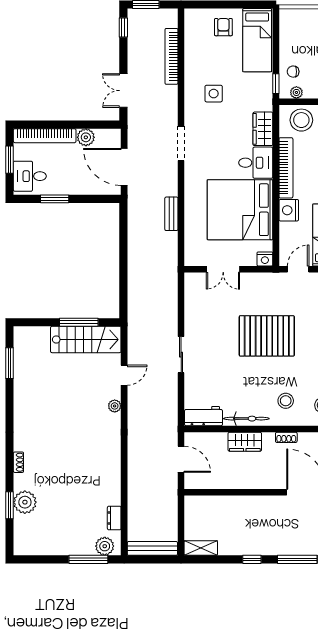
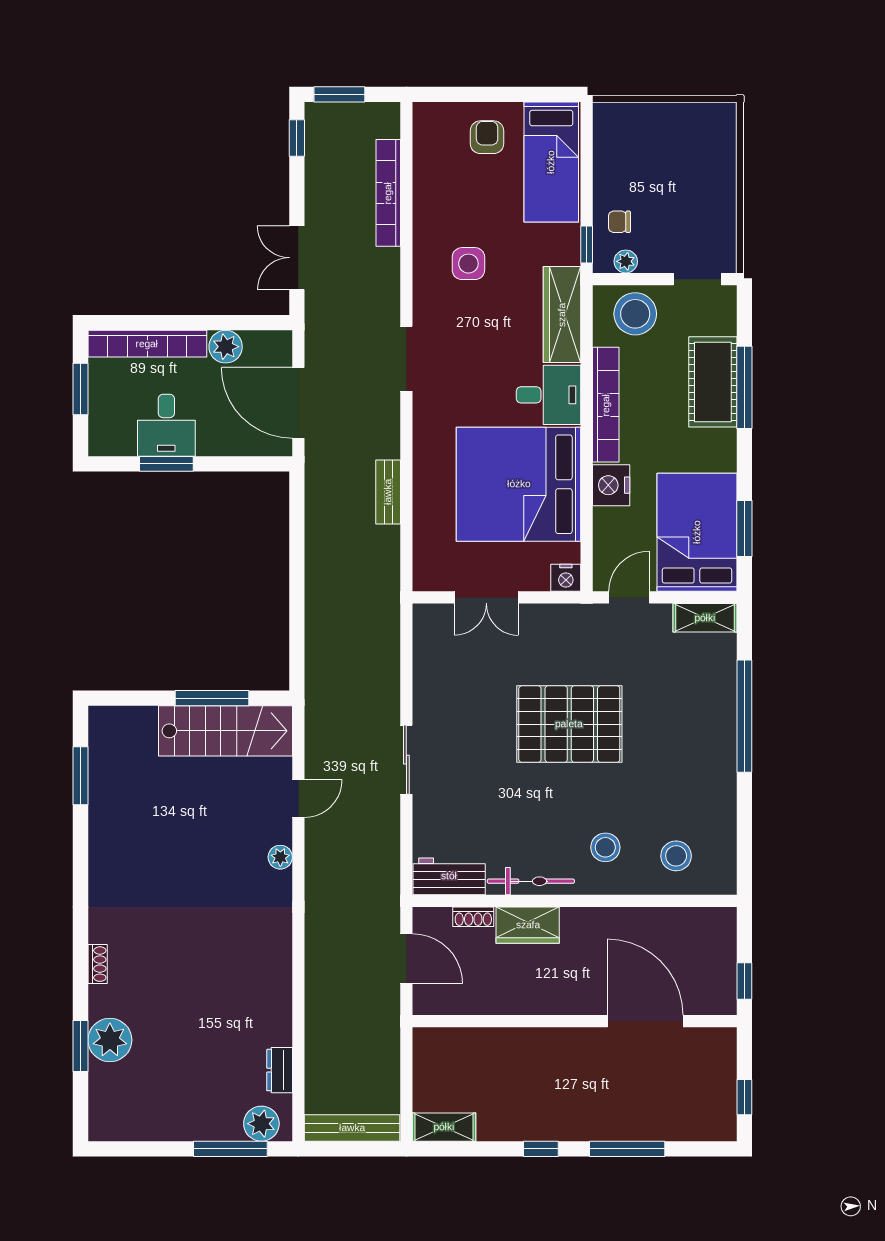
wardrobe: (263, 129) -> (562, 315), width x1.50
desk: (30, 176) -> (166, 425), moved, turned -90
shoe rack: (286, 437) -> (473, 917), moved

